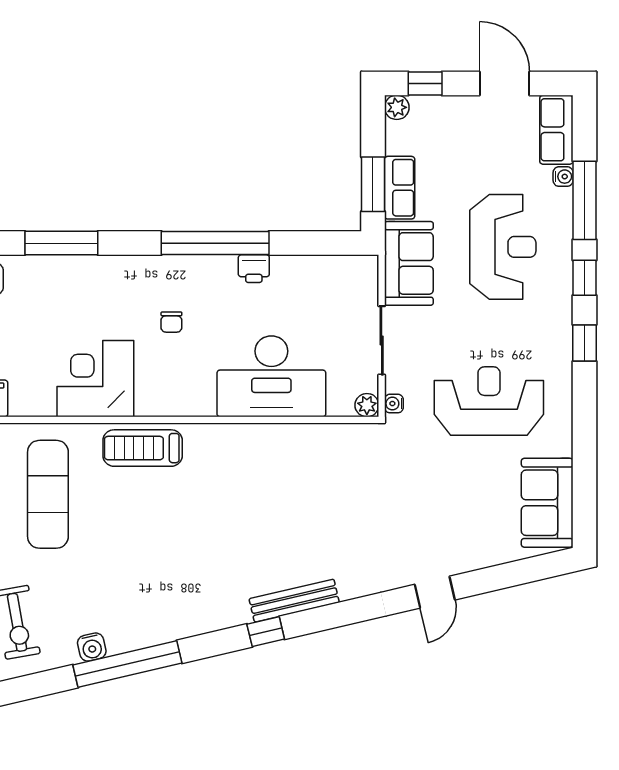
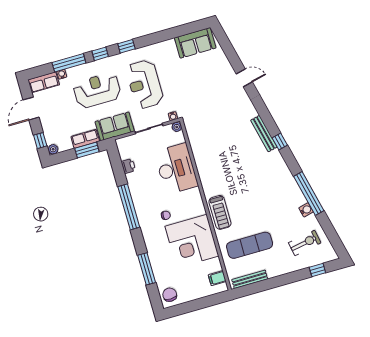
printer: (254, 269) -> (128, 166), moved
corner desk: (95, 379) -> (192, 241), width x1.36, depth x1.36
reception desk: (489, 401) -> (145, 84), moved

